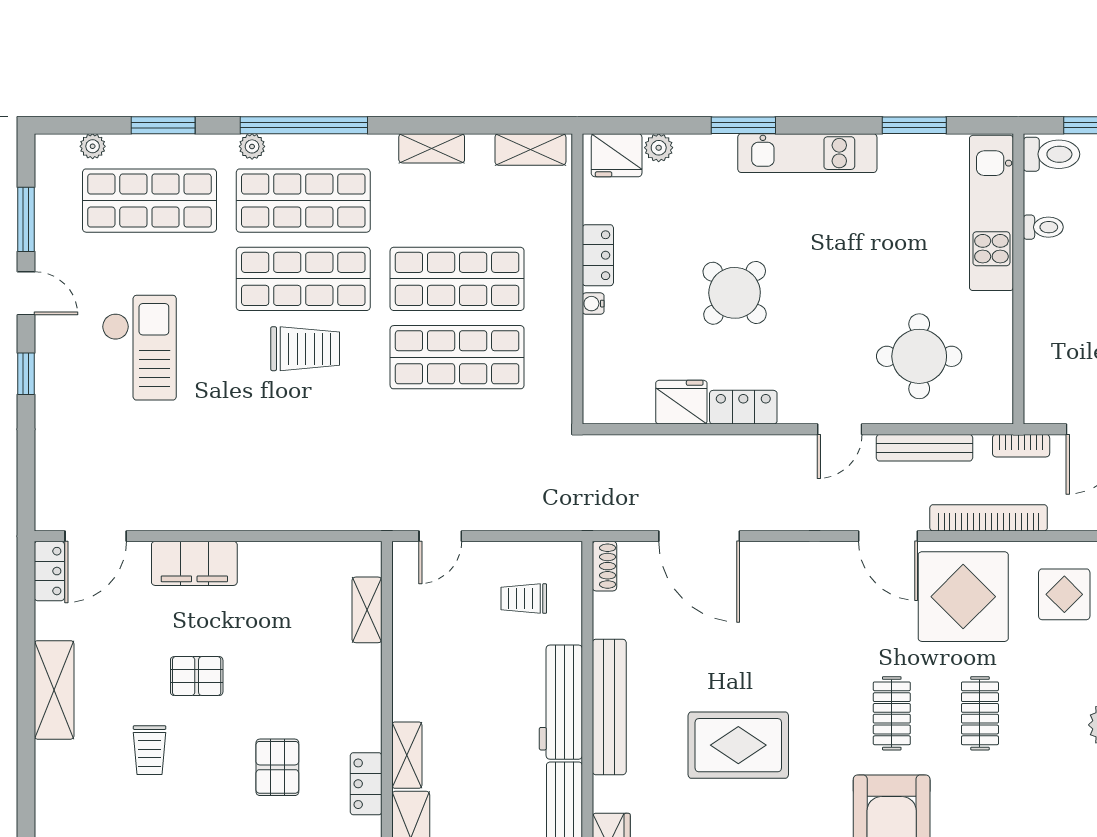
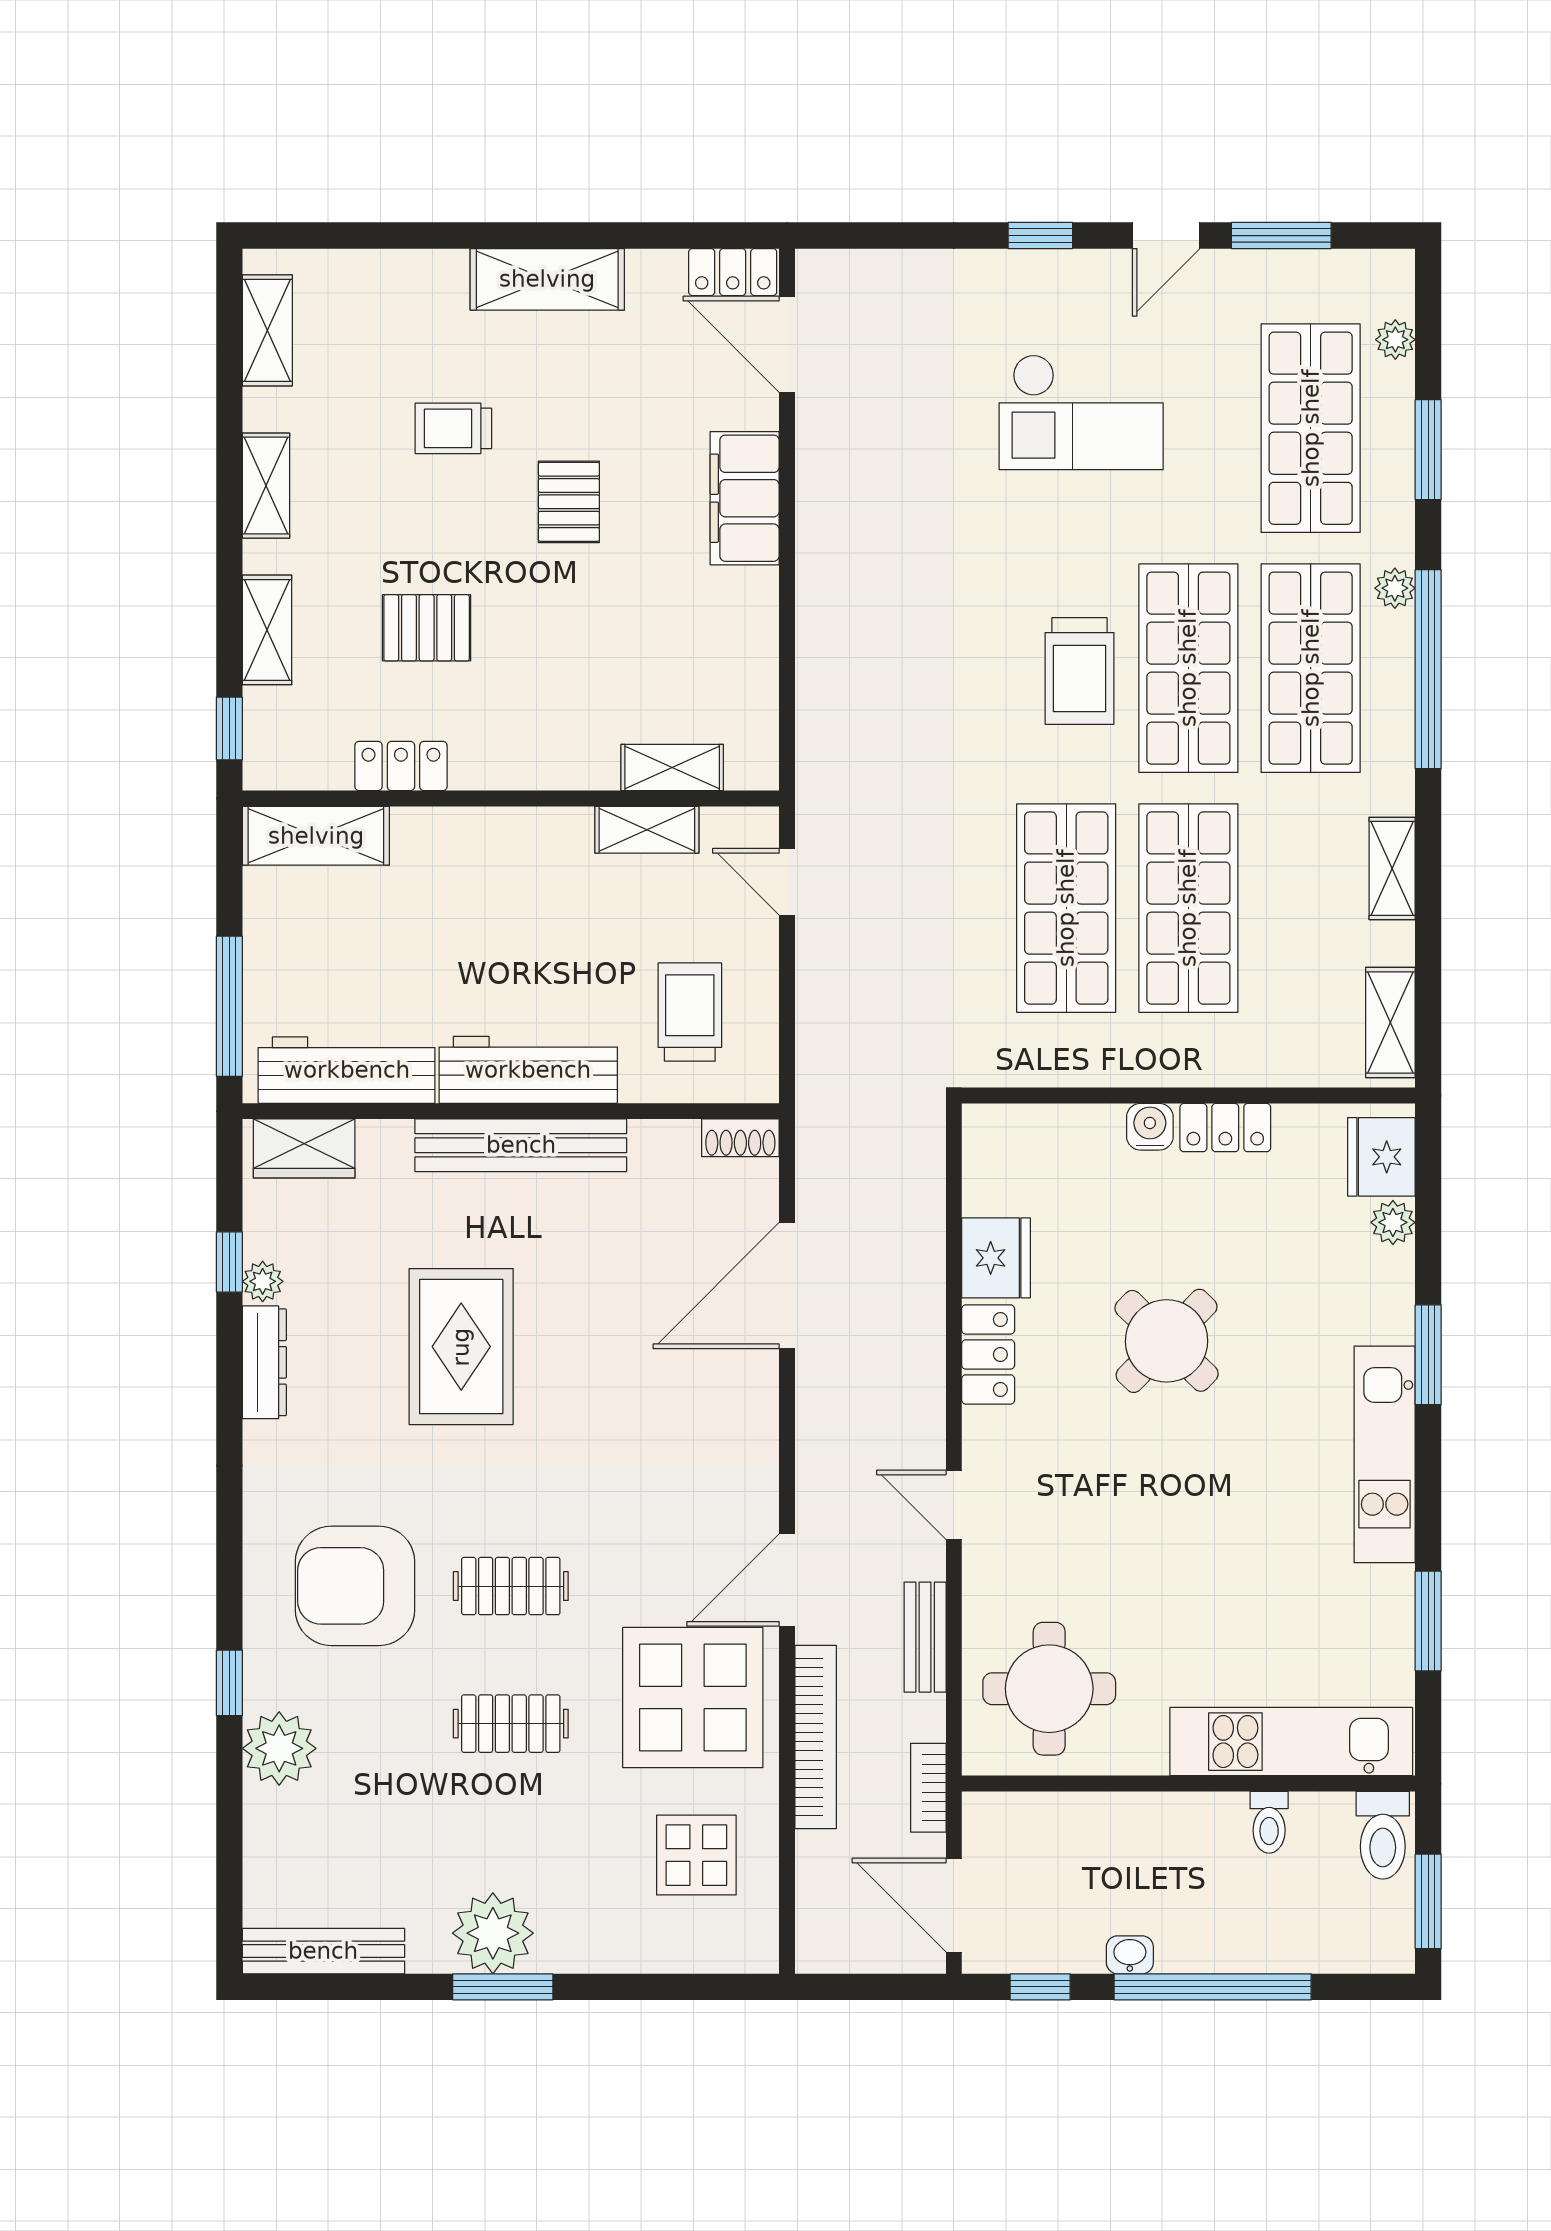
water cooler: (593, 304) -> (1150, 1127), width x1.38, depth x1.38
round table: (919, 356) -> (1049, 1689), moved
bench: (924, 448) -> (925, 1637), width x0.73
trolley: (524, 599) -> (690, 1012), width x1.36, depth x1.39
shelving: (407, 755) -> (647, 830), moved

